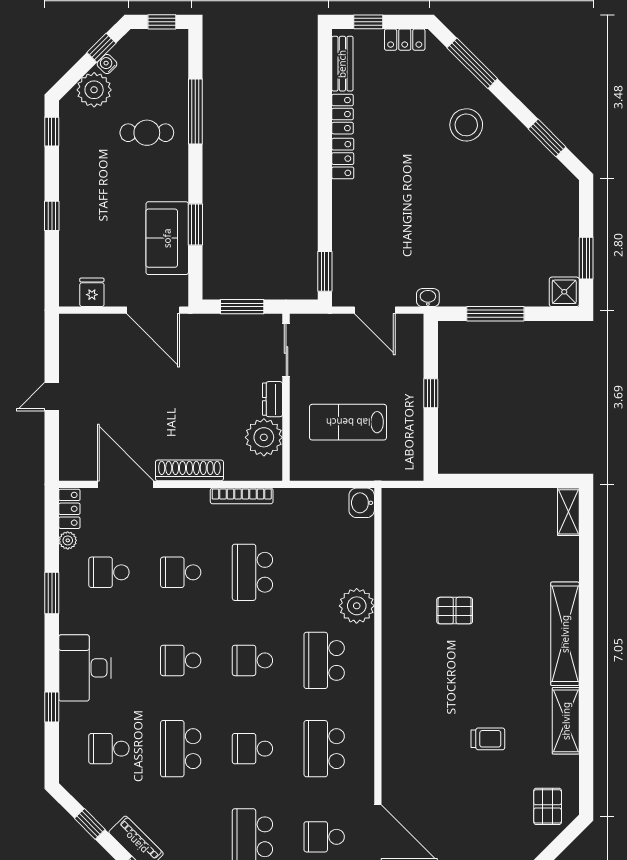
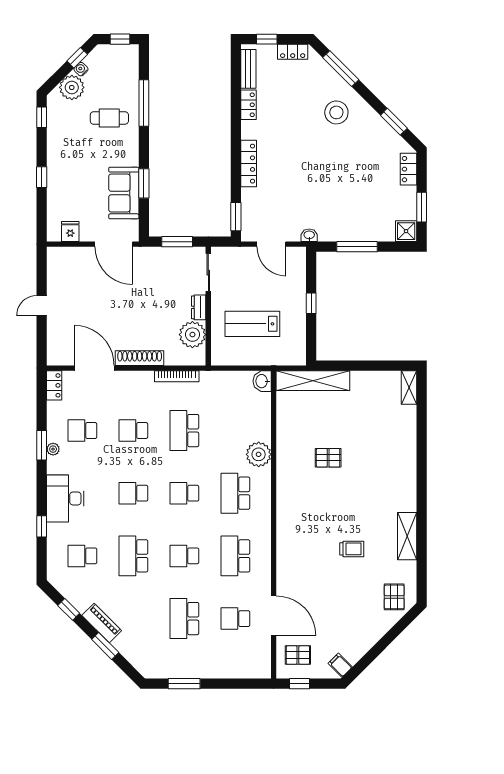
locker: (343, 159) -> (249, 164), moved, width x1.53
locker: (568, 205) -> (409, 169), added
plant: (68, 540) -> (53, 449), moved
shelving: (565, 634) -> (313, 381), moved, turned 90

